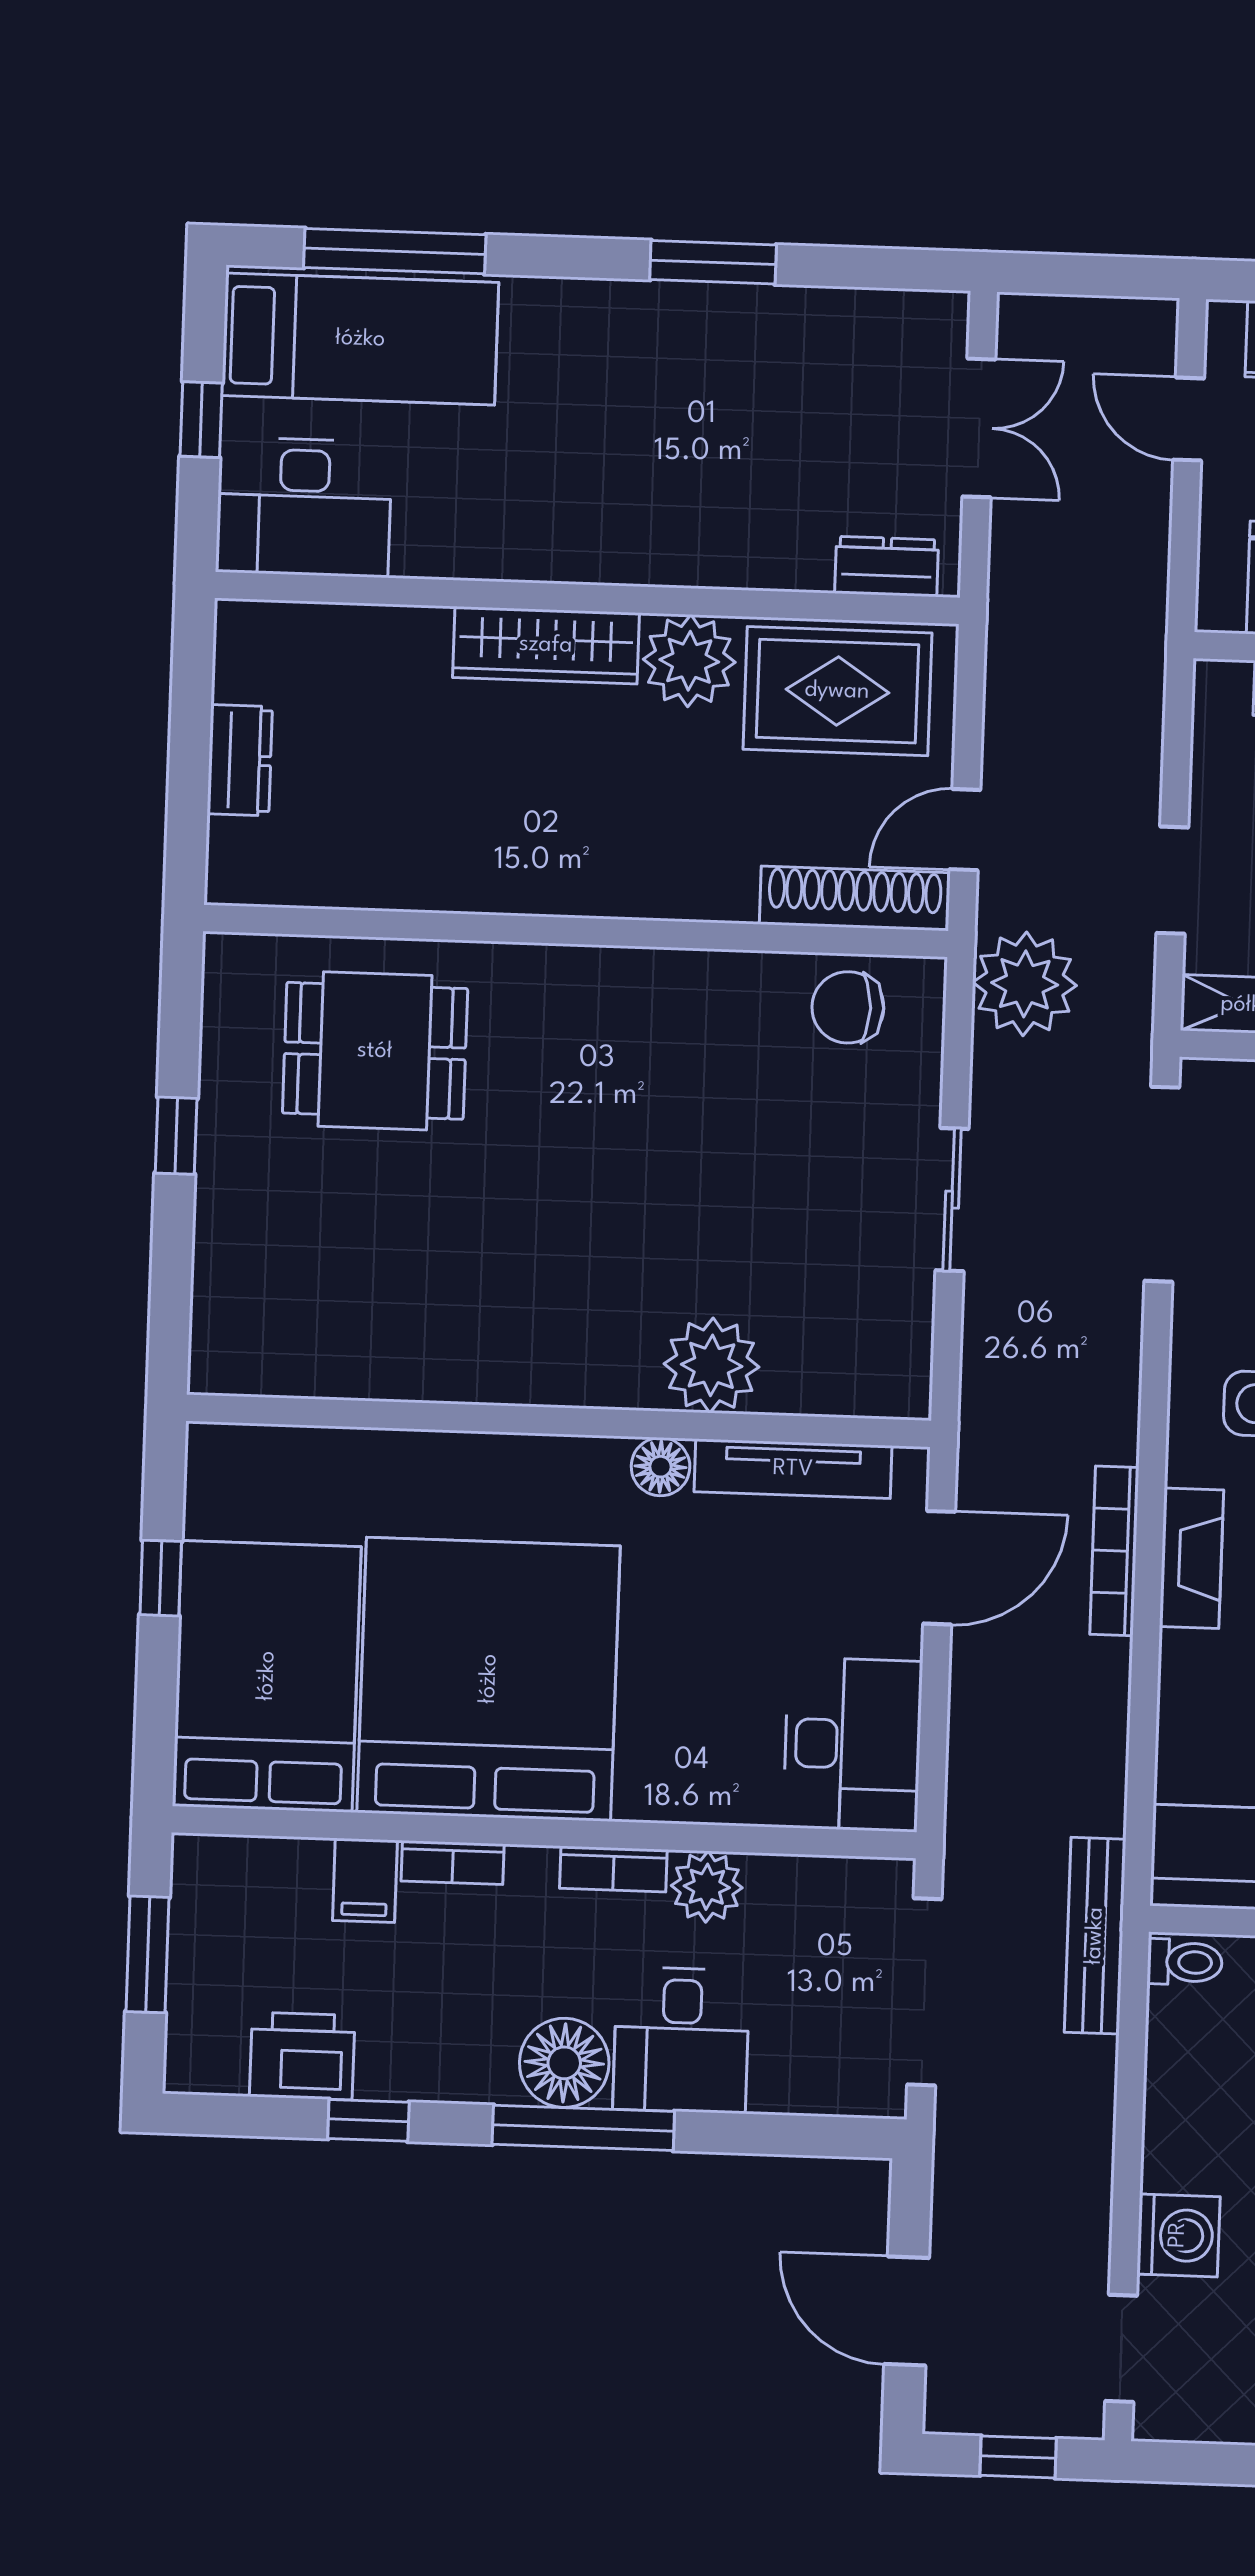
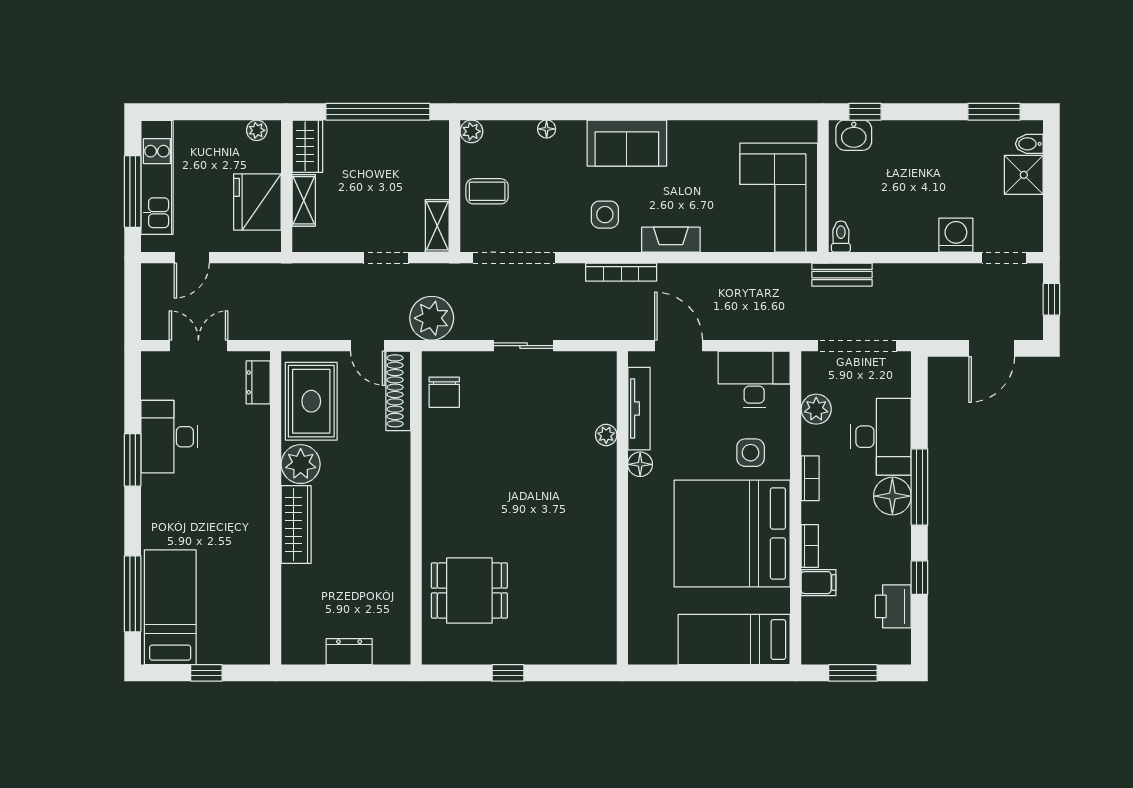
desk: (304, 507) -> (169, 437), moved, turned 180
dining table: (375, 1051) -> (469, 590), turned 90
plant: (712, 1365) -> (606, 435), width x0.53, depth x0.53
bookcase: (1114, 1551) -> (621, 272), moved
window: (161, 1578) -> (694, 673), removed
bed: (267, 1676) -> (734, 639), width x0.67
side table: (679, 1730) -> (751, 453), added
plant: (707, 1887) -> (816, 409), moved
bench: (1095, 1936) -> (842, 275), width x0.73
desk: (681, 2040) -> (881, 437), width x1.37

